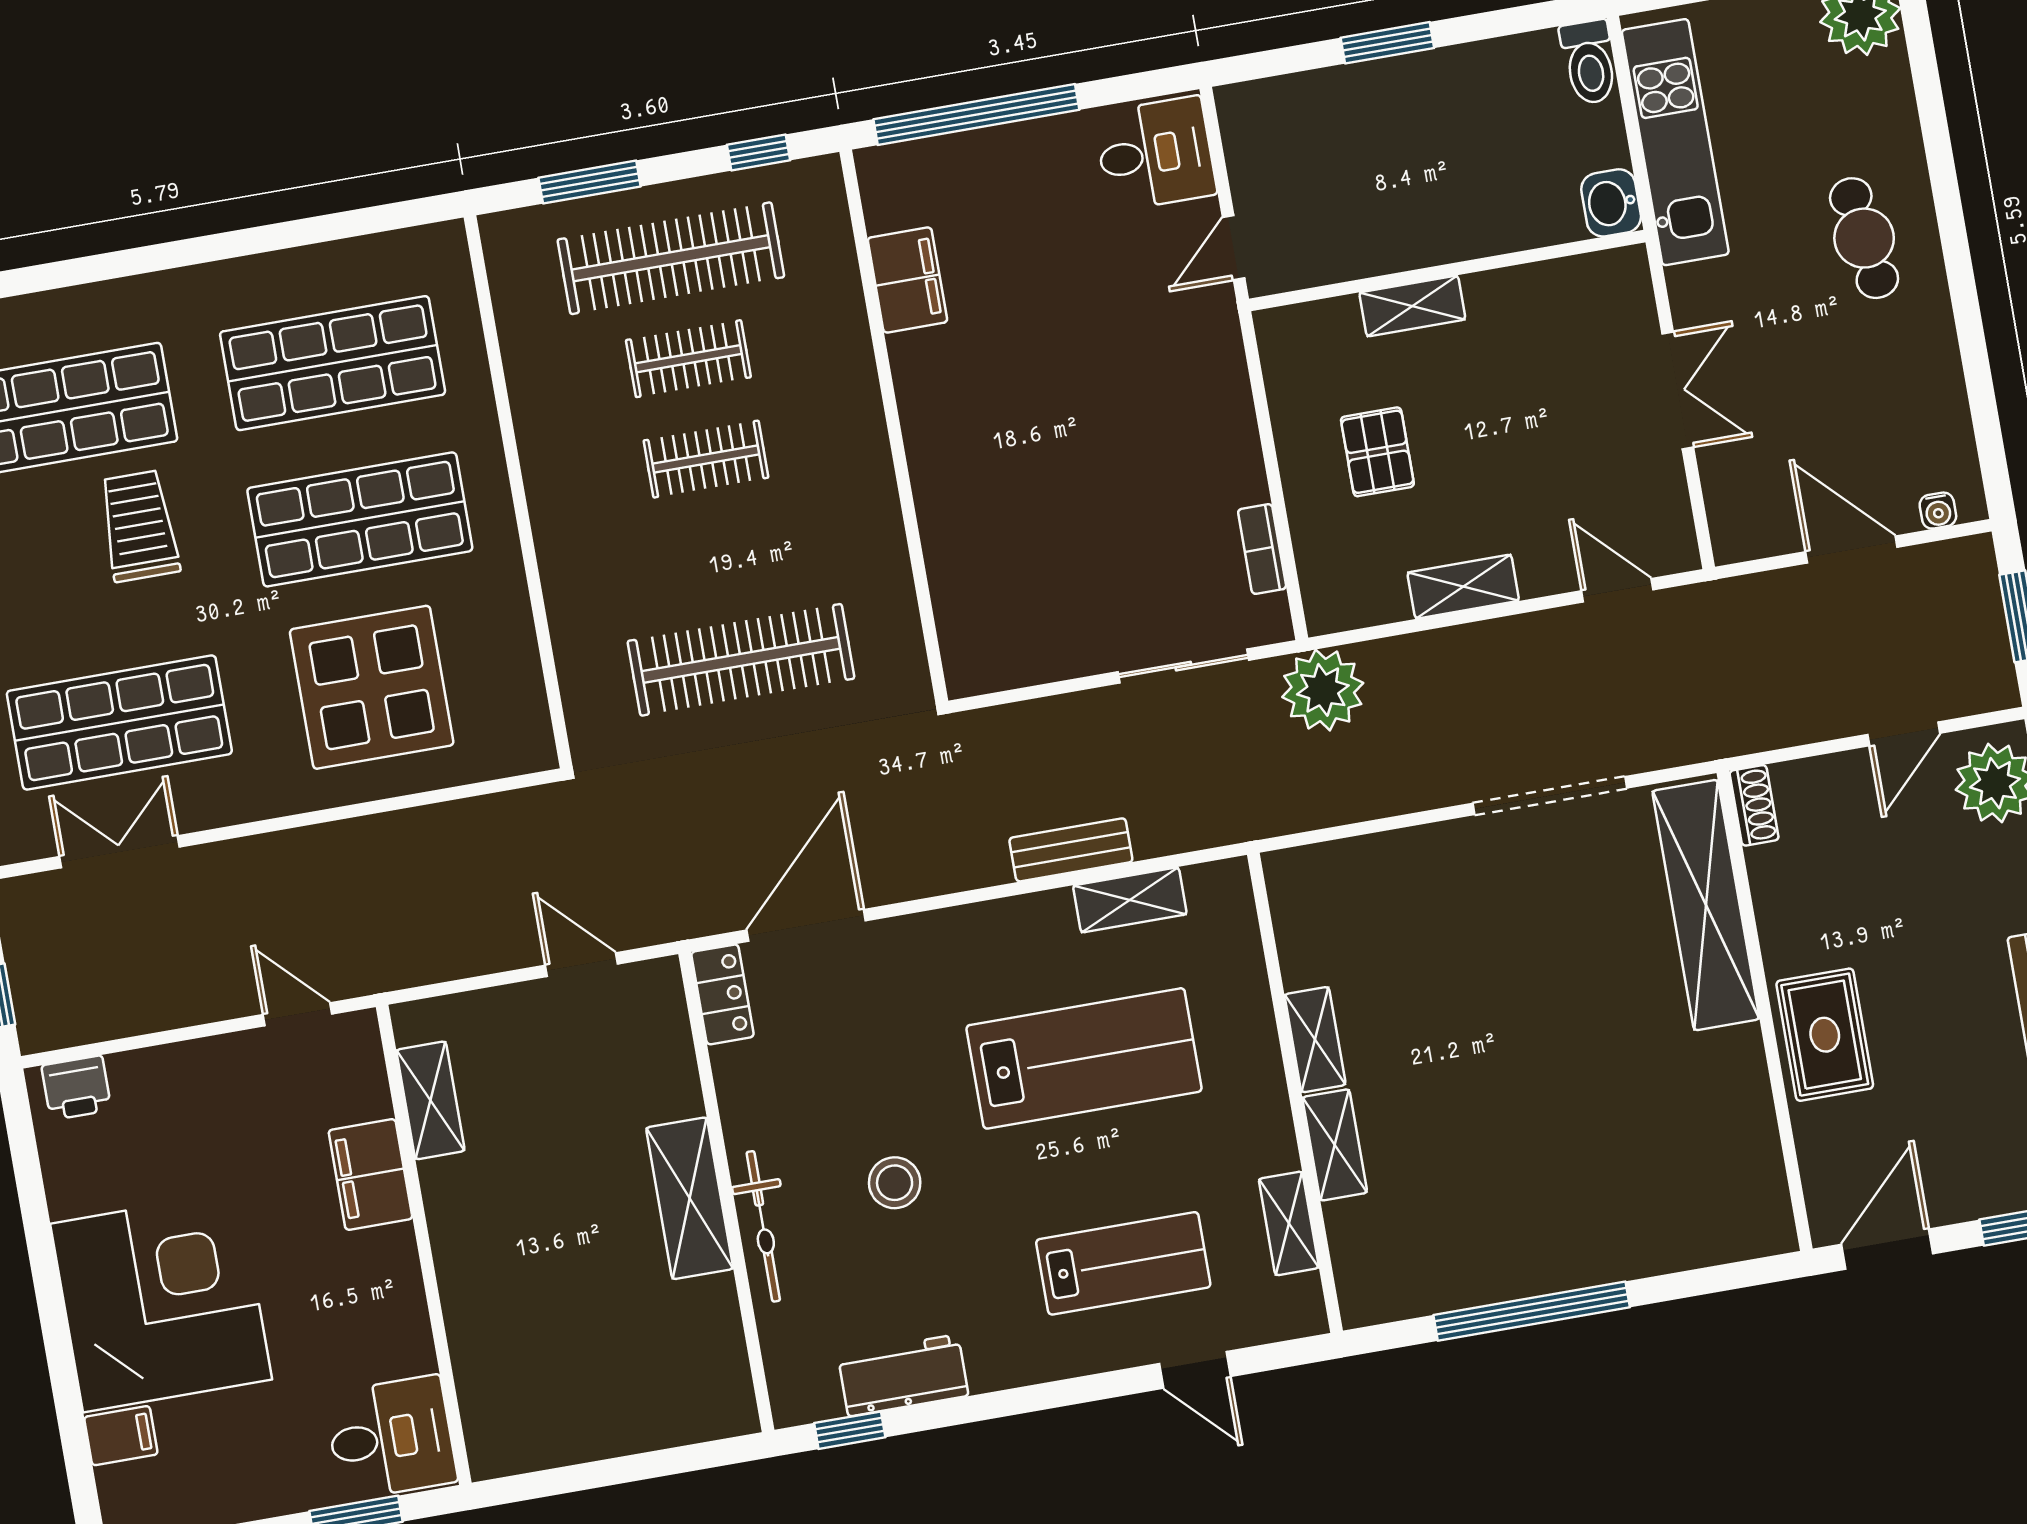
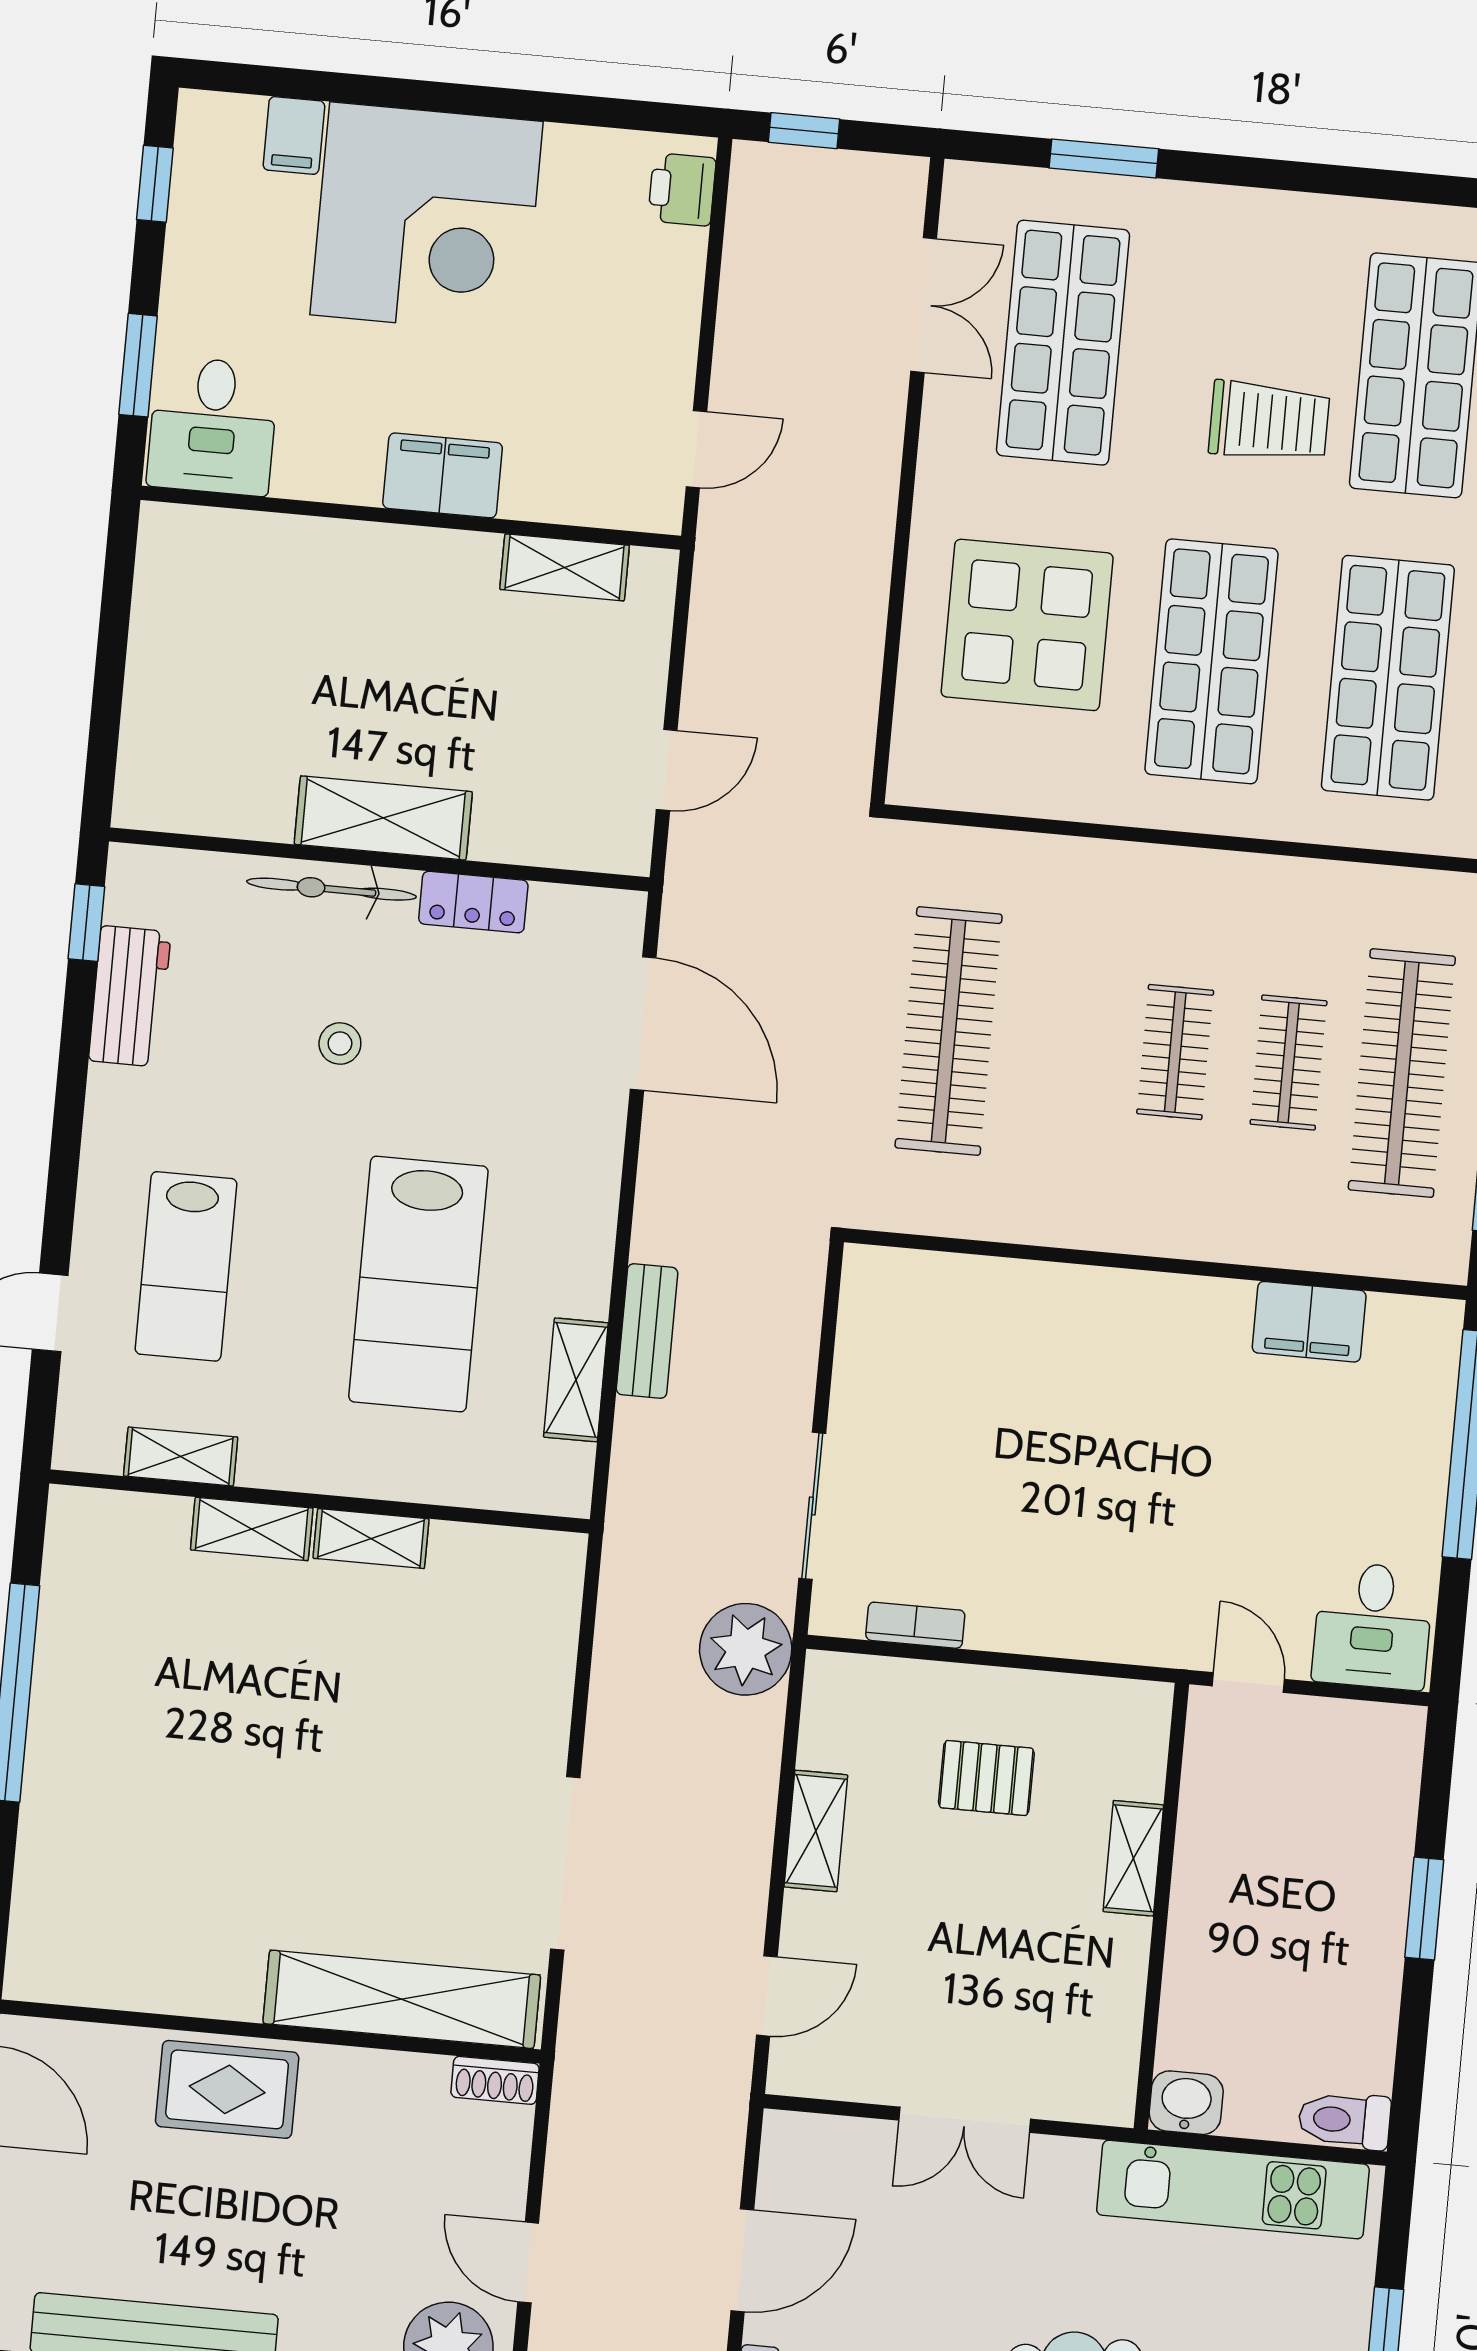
locker: (723, 994) -> (473, 902), moved
filing cabinet: (370, 1175) -> (443, 475), moved
stool: (895, 1183) -> (340, 1043), width x0.73, depth x0.73

